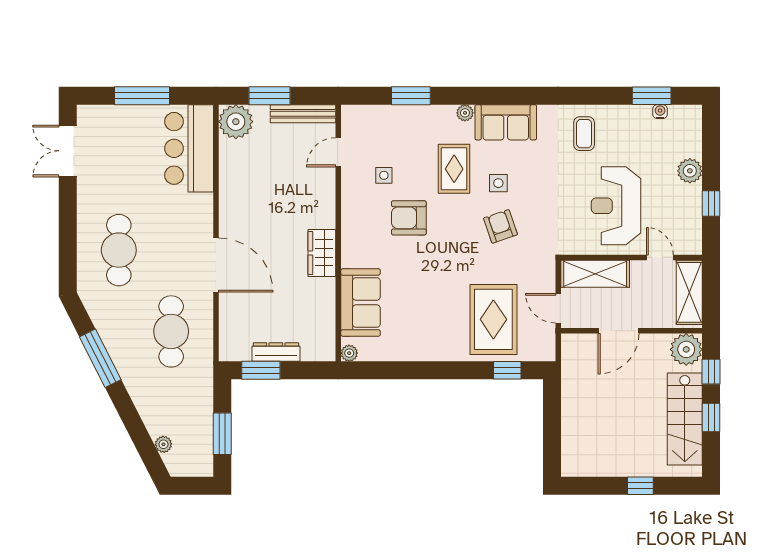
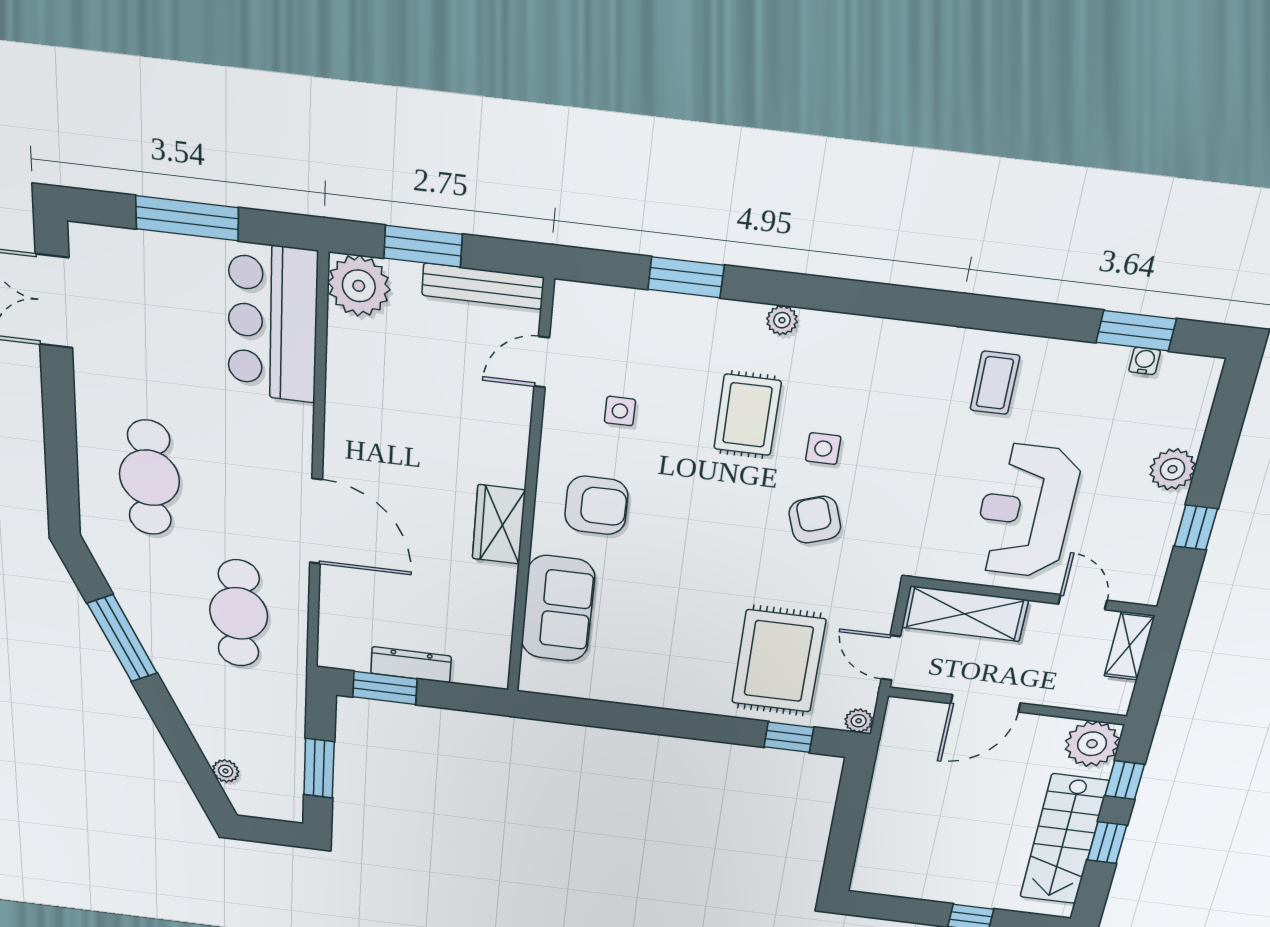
sofa: (506, 122) -> (854, 346), removed
armchair: (409, 218) -> (596, 505), moved, turned 180
shelving: (689, 292) -> (1129, 646), width x0.67, depth x0.75
plant: (349, 353) -> (859, 721), moved

